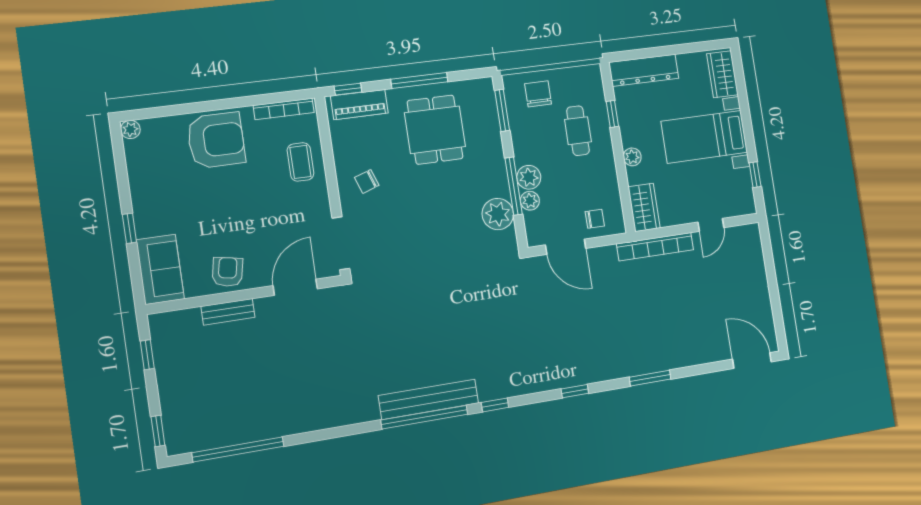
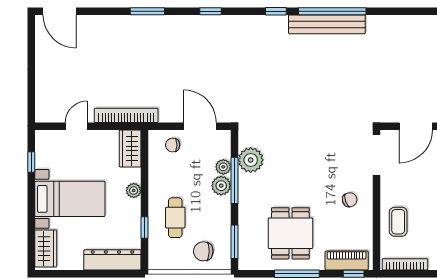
chair: (538, 94) -> (203, 251), turned 92

